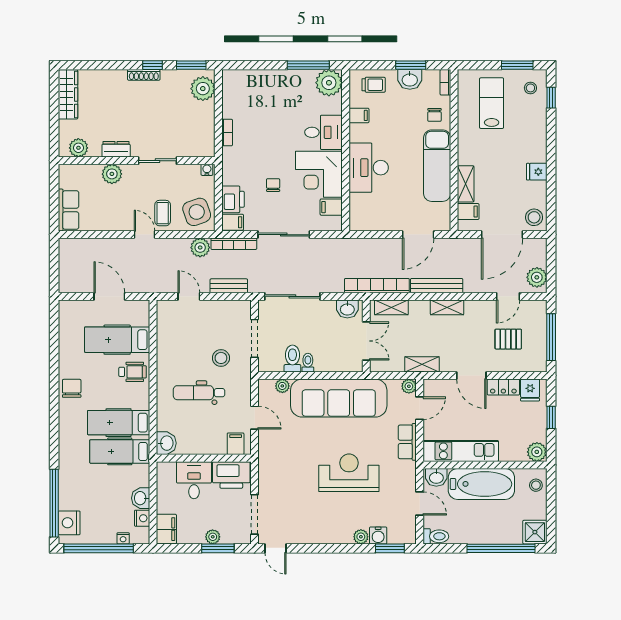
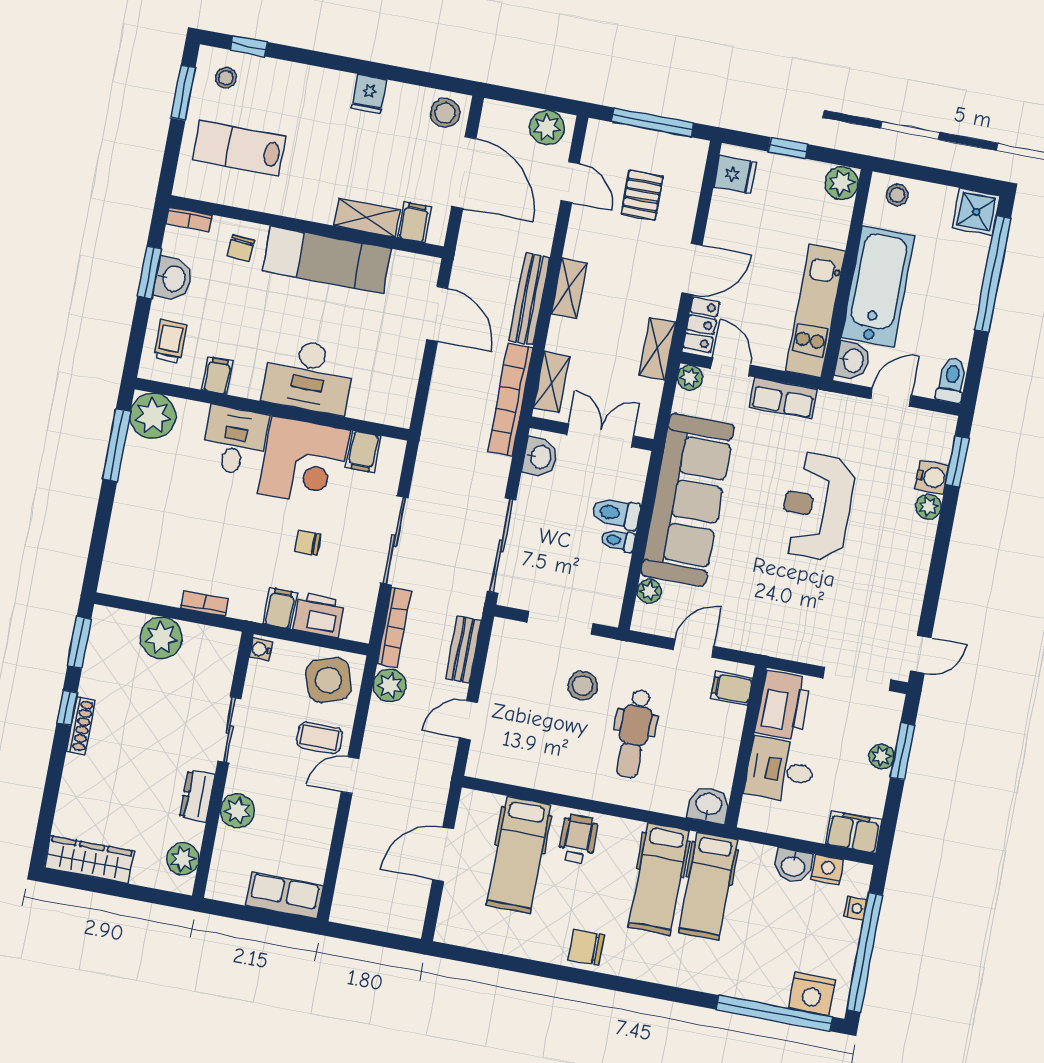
plant: (203, 89) -> (161, 638), moved
chair: (434, 115) -> (241, 248), turned 95
filing cabinet: (233, 222) -> (280, 608), moved
toilet: (292, 359) -> (616, 513), moved
locker: (503, 387) -> (701, 325), moved

